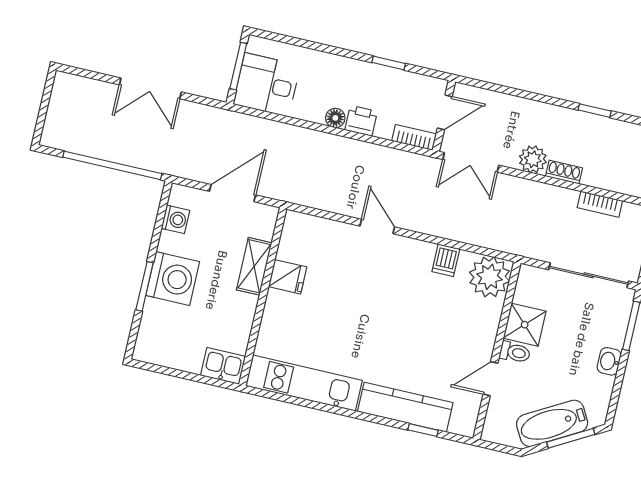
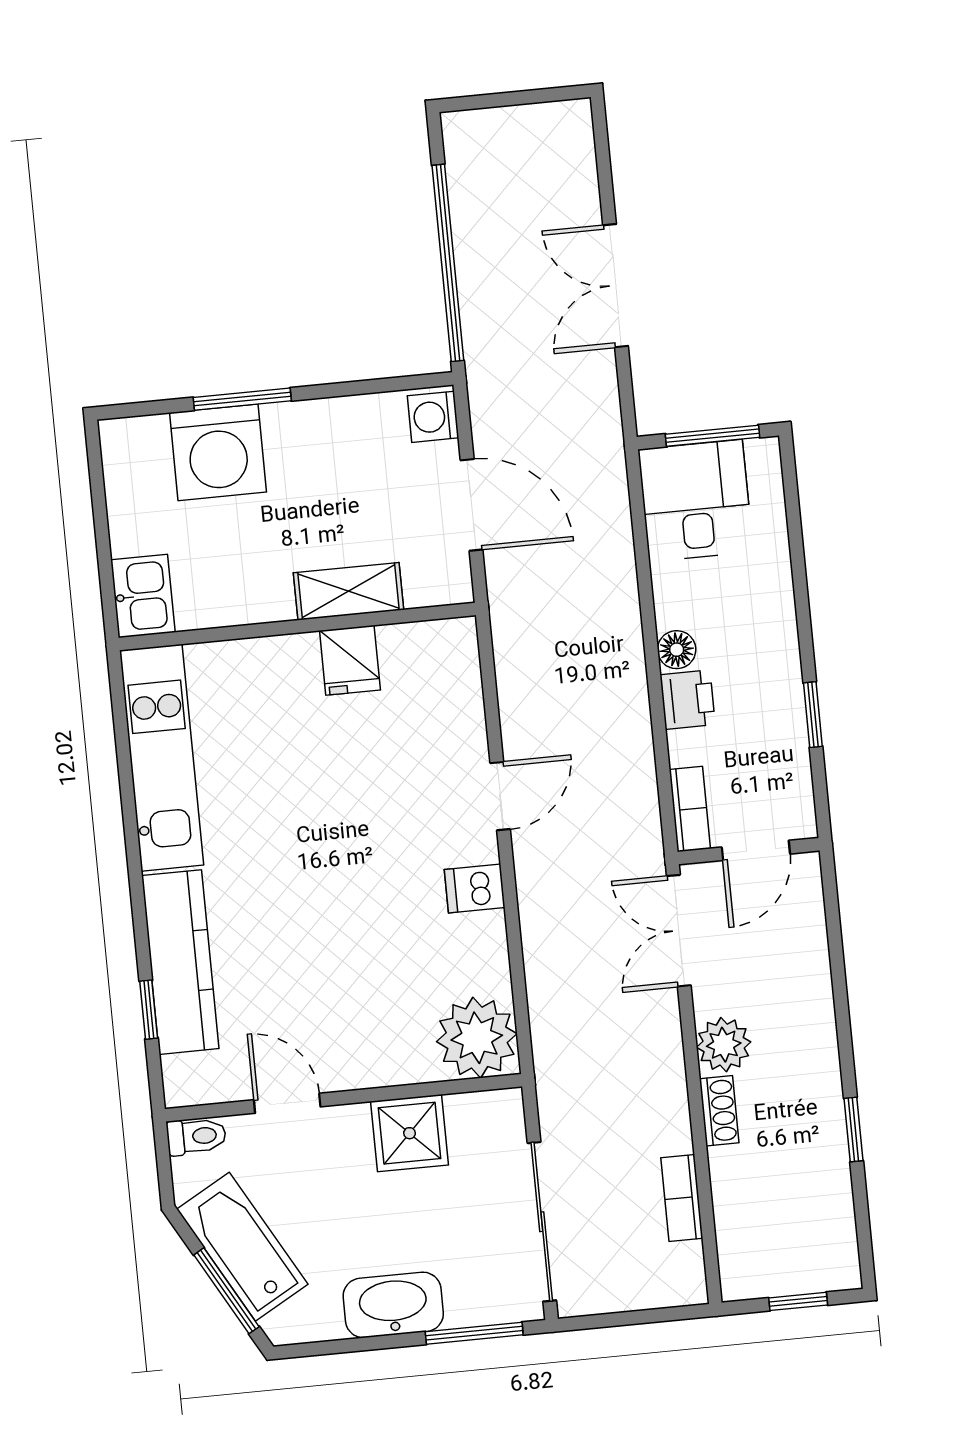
door: (445, 112) -> (756, 850), hinge flipped
washing machine: (175, 219) -> (433, 417), moved, turned 90
dishwasher: (446, 260) -> (475, 889), moved
washing machine: (173, 279) -> (218, 452), moved
toilet: (515, 352) -> (196, 1136), moved, turned -90
washbasin: (609, 361) -> (393, 1305), width x1.91, depth x1.45

